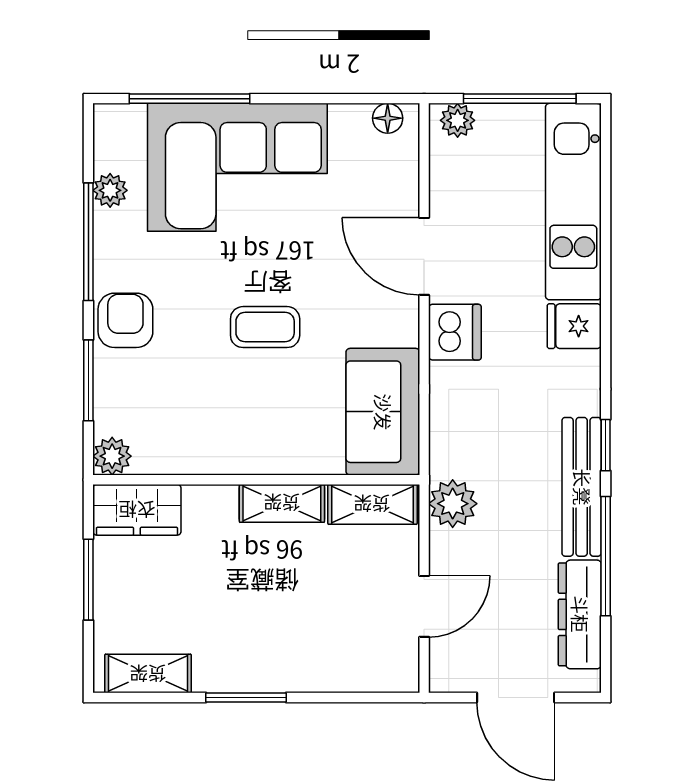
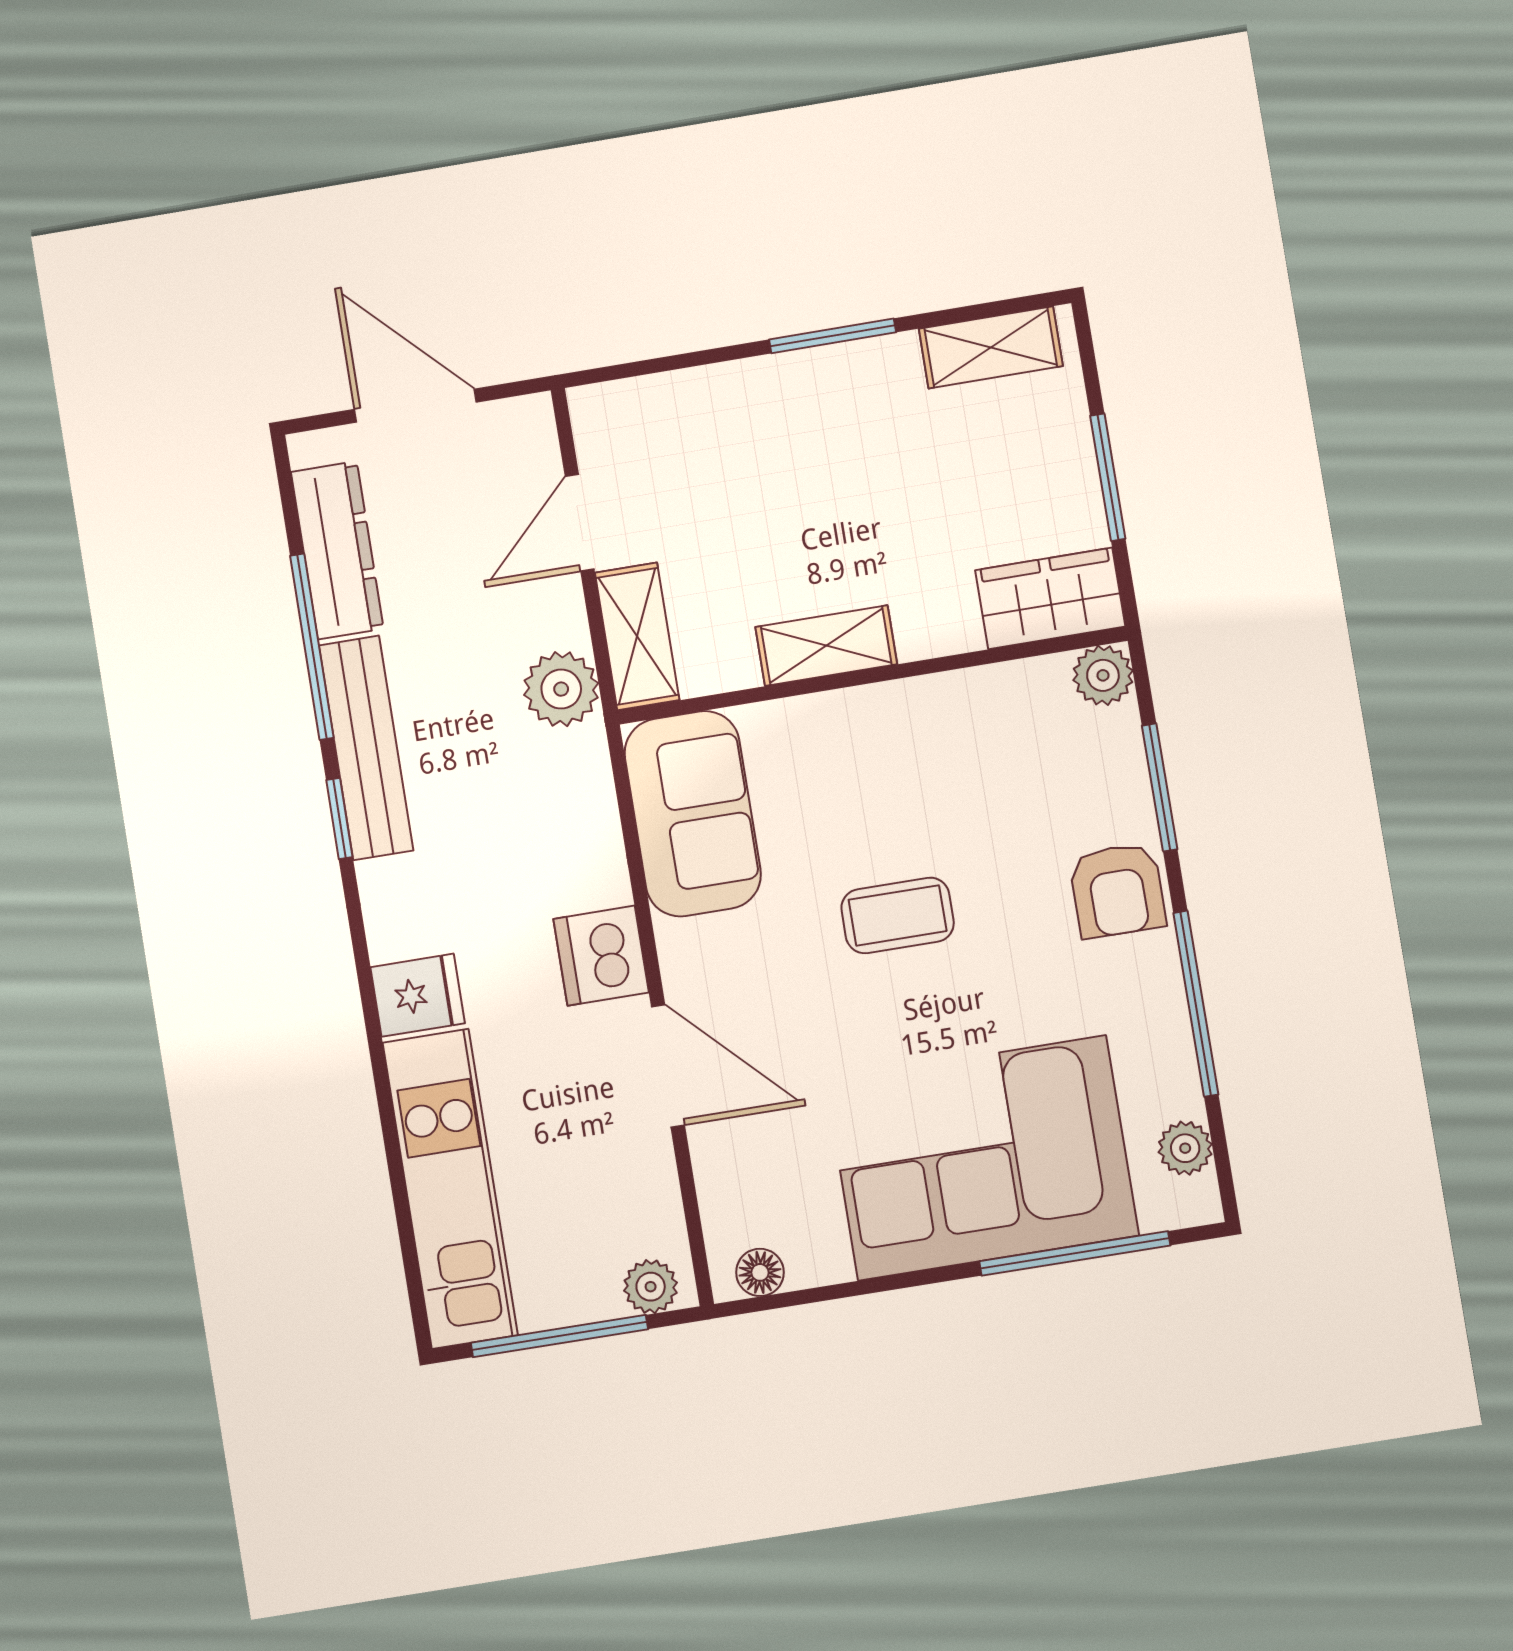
plant: (110, 190) -> (1185, 1148), moved
shelving: (372, 504) -> (637, 636), moved, turned 90

